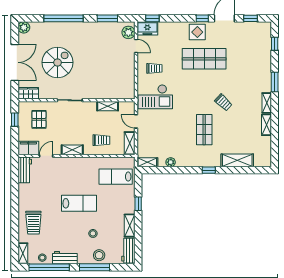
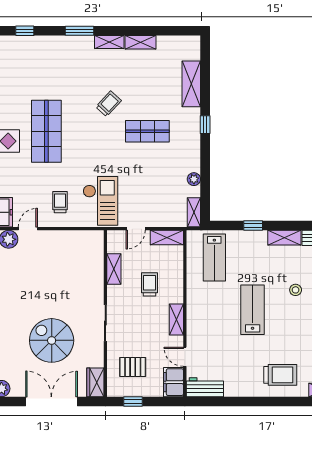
trolley: (101, 140) -> (150, 284), moved

